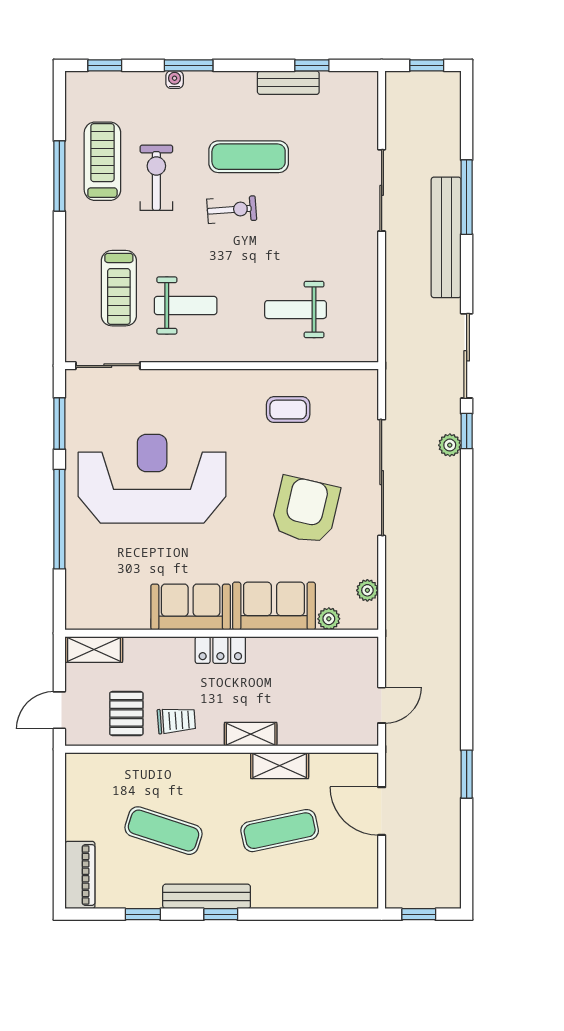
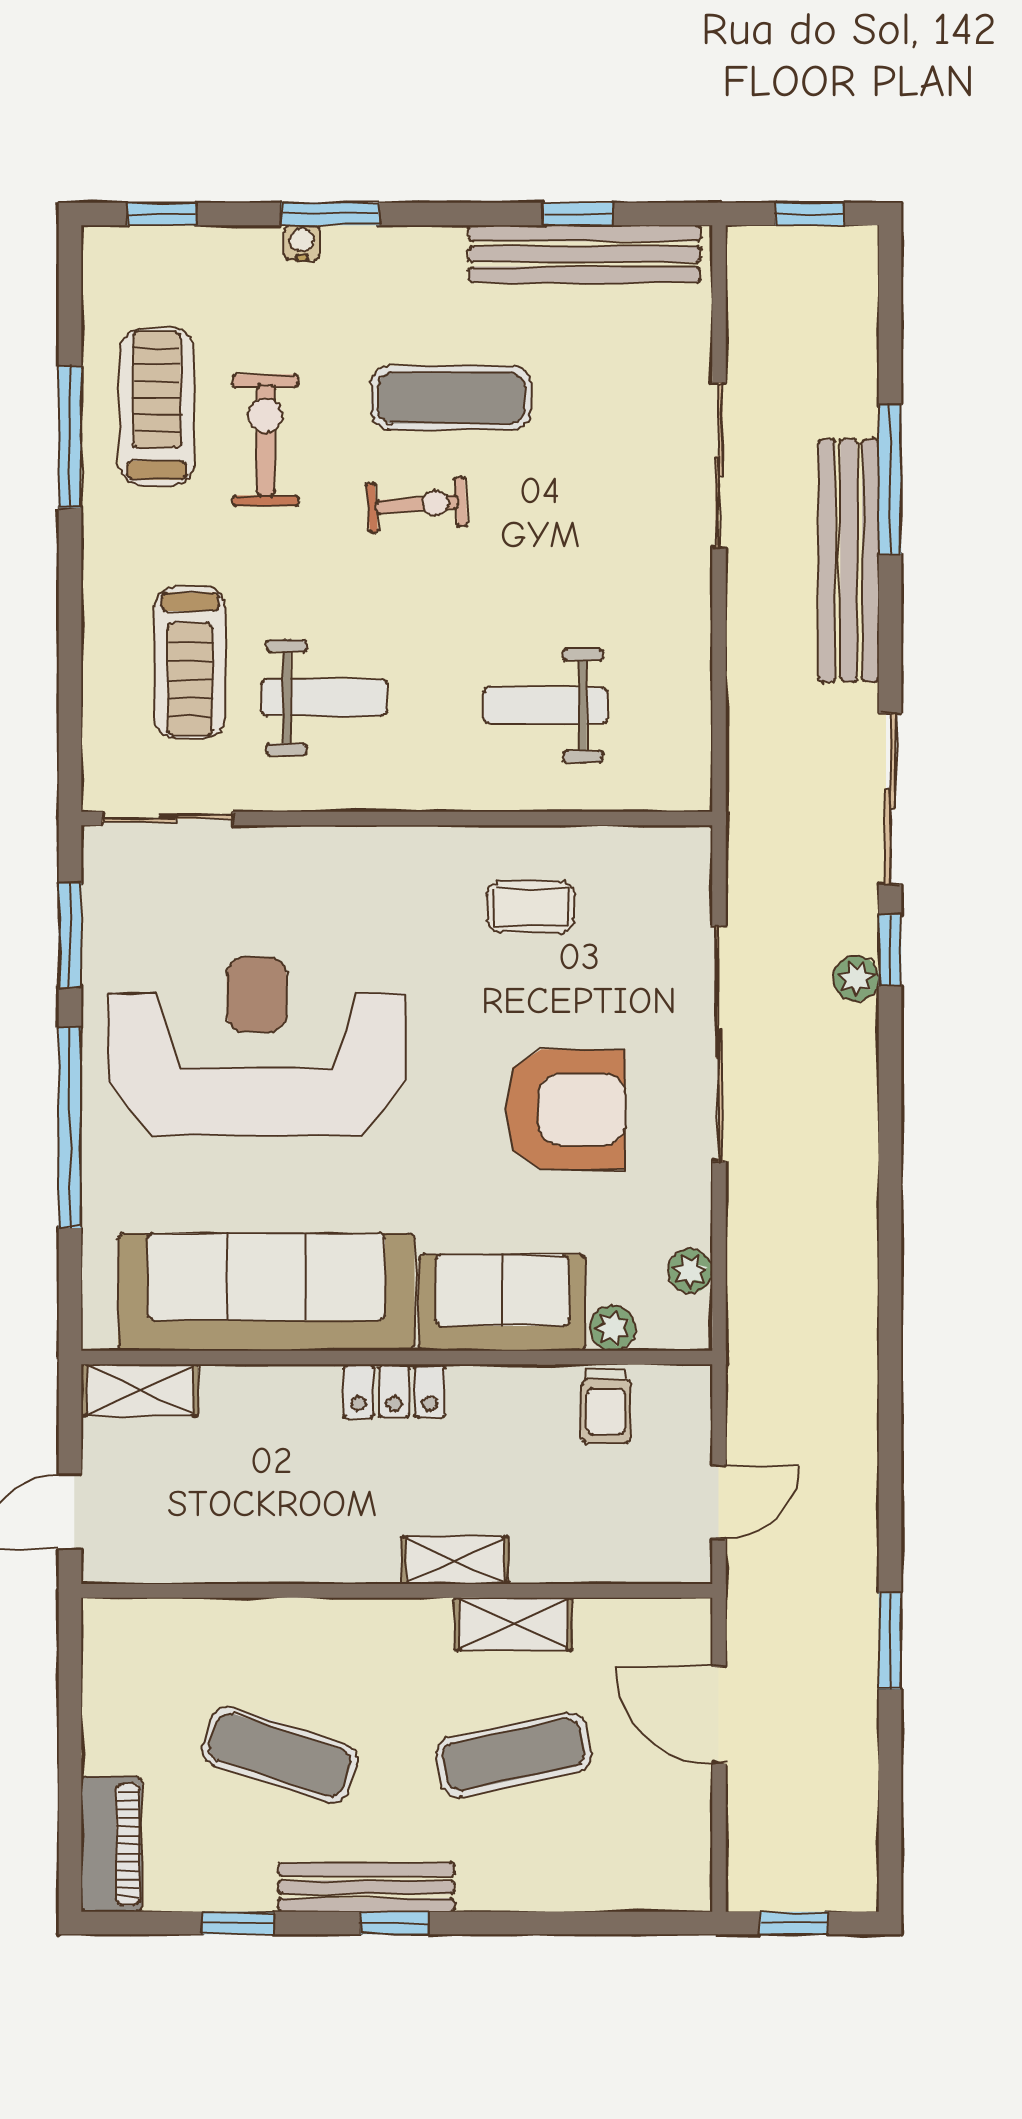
bench: (288, 83) -> (585, 254), width x1.86, depth x1.21
armchair: (305, 510) -> (565, 1109), turned 77
sofa: (191, 607) -> (266, 1292), width x1.85, depth x1.27
pallet: (126, 713) -> (205, 1519), removed
trolley: (176, 721) -> (606, 1406), moved, turned 94

